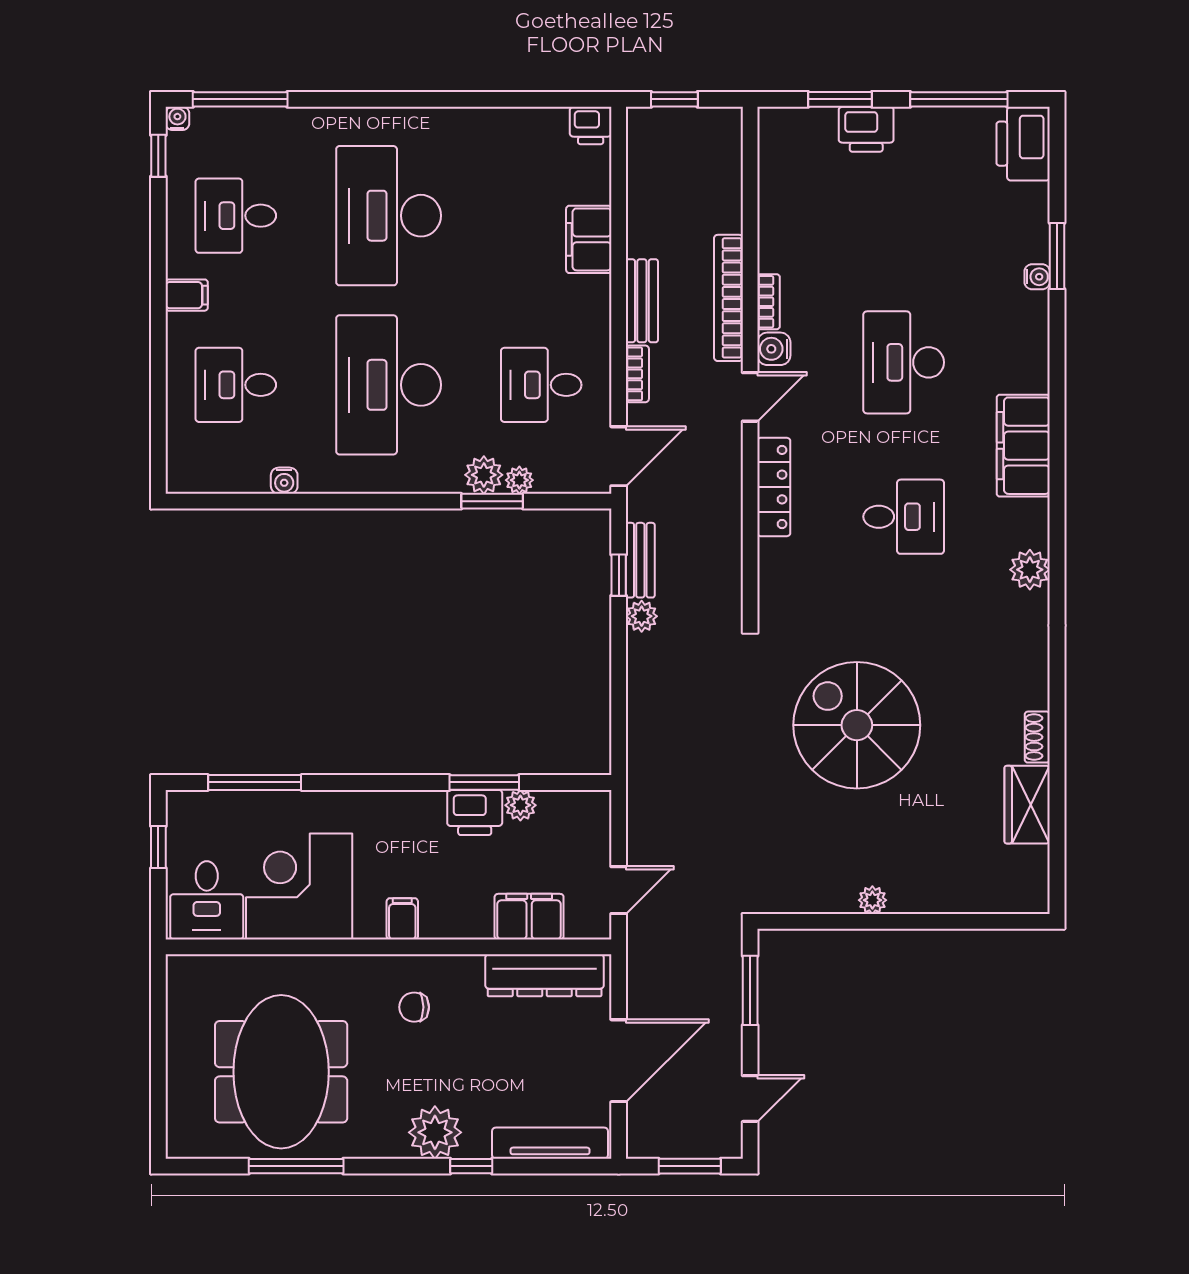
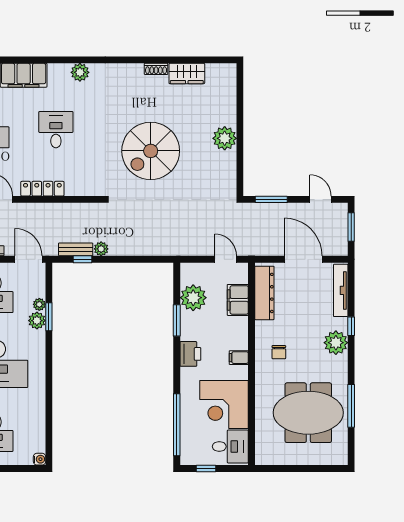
water cooler: (284, 481) -> (39, 459), moved
window: (255, 782) -> (177, 425), width x1.46
plant: (520, 805) -> (193, 298), width x1.88, depth x1.88
printer: (475, 812) -> (190, 354), moved
plant: (872, 900) -> (225, 138), width x1.87, depth x1.87

